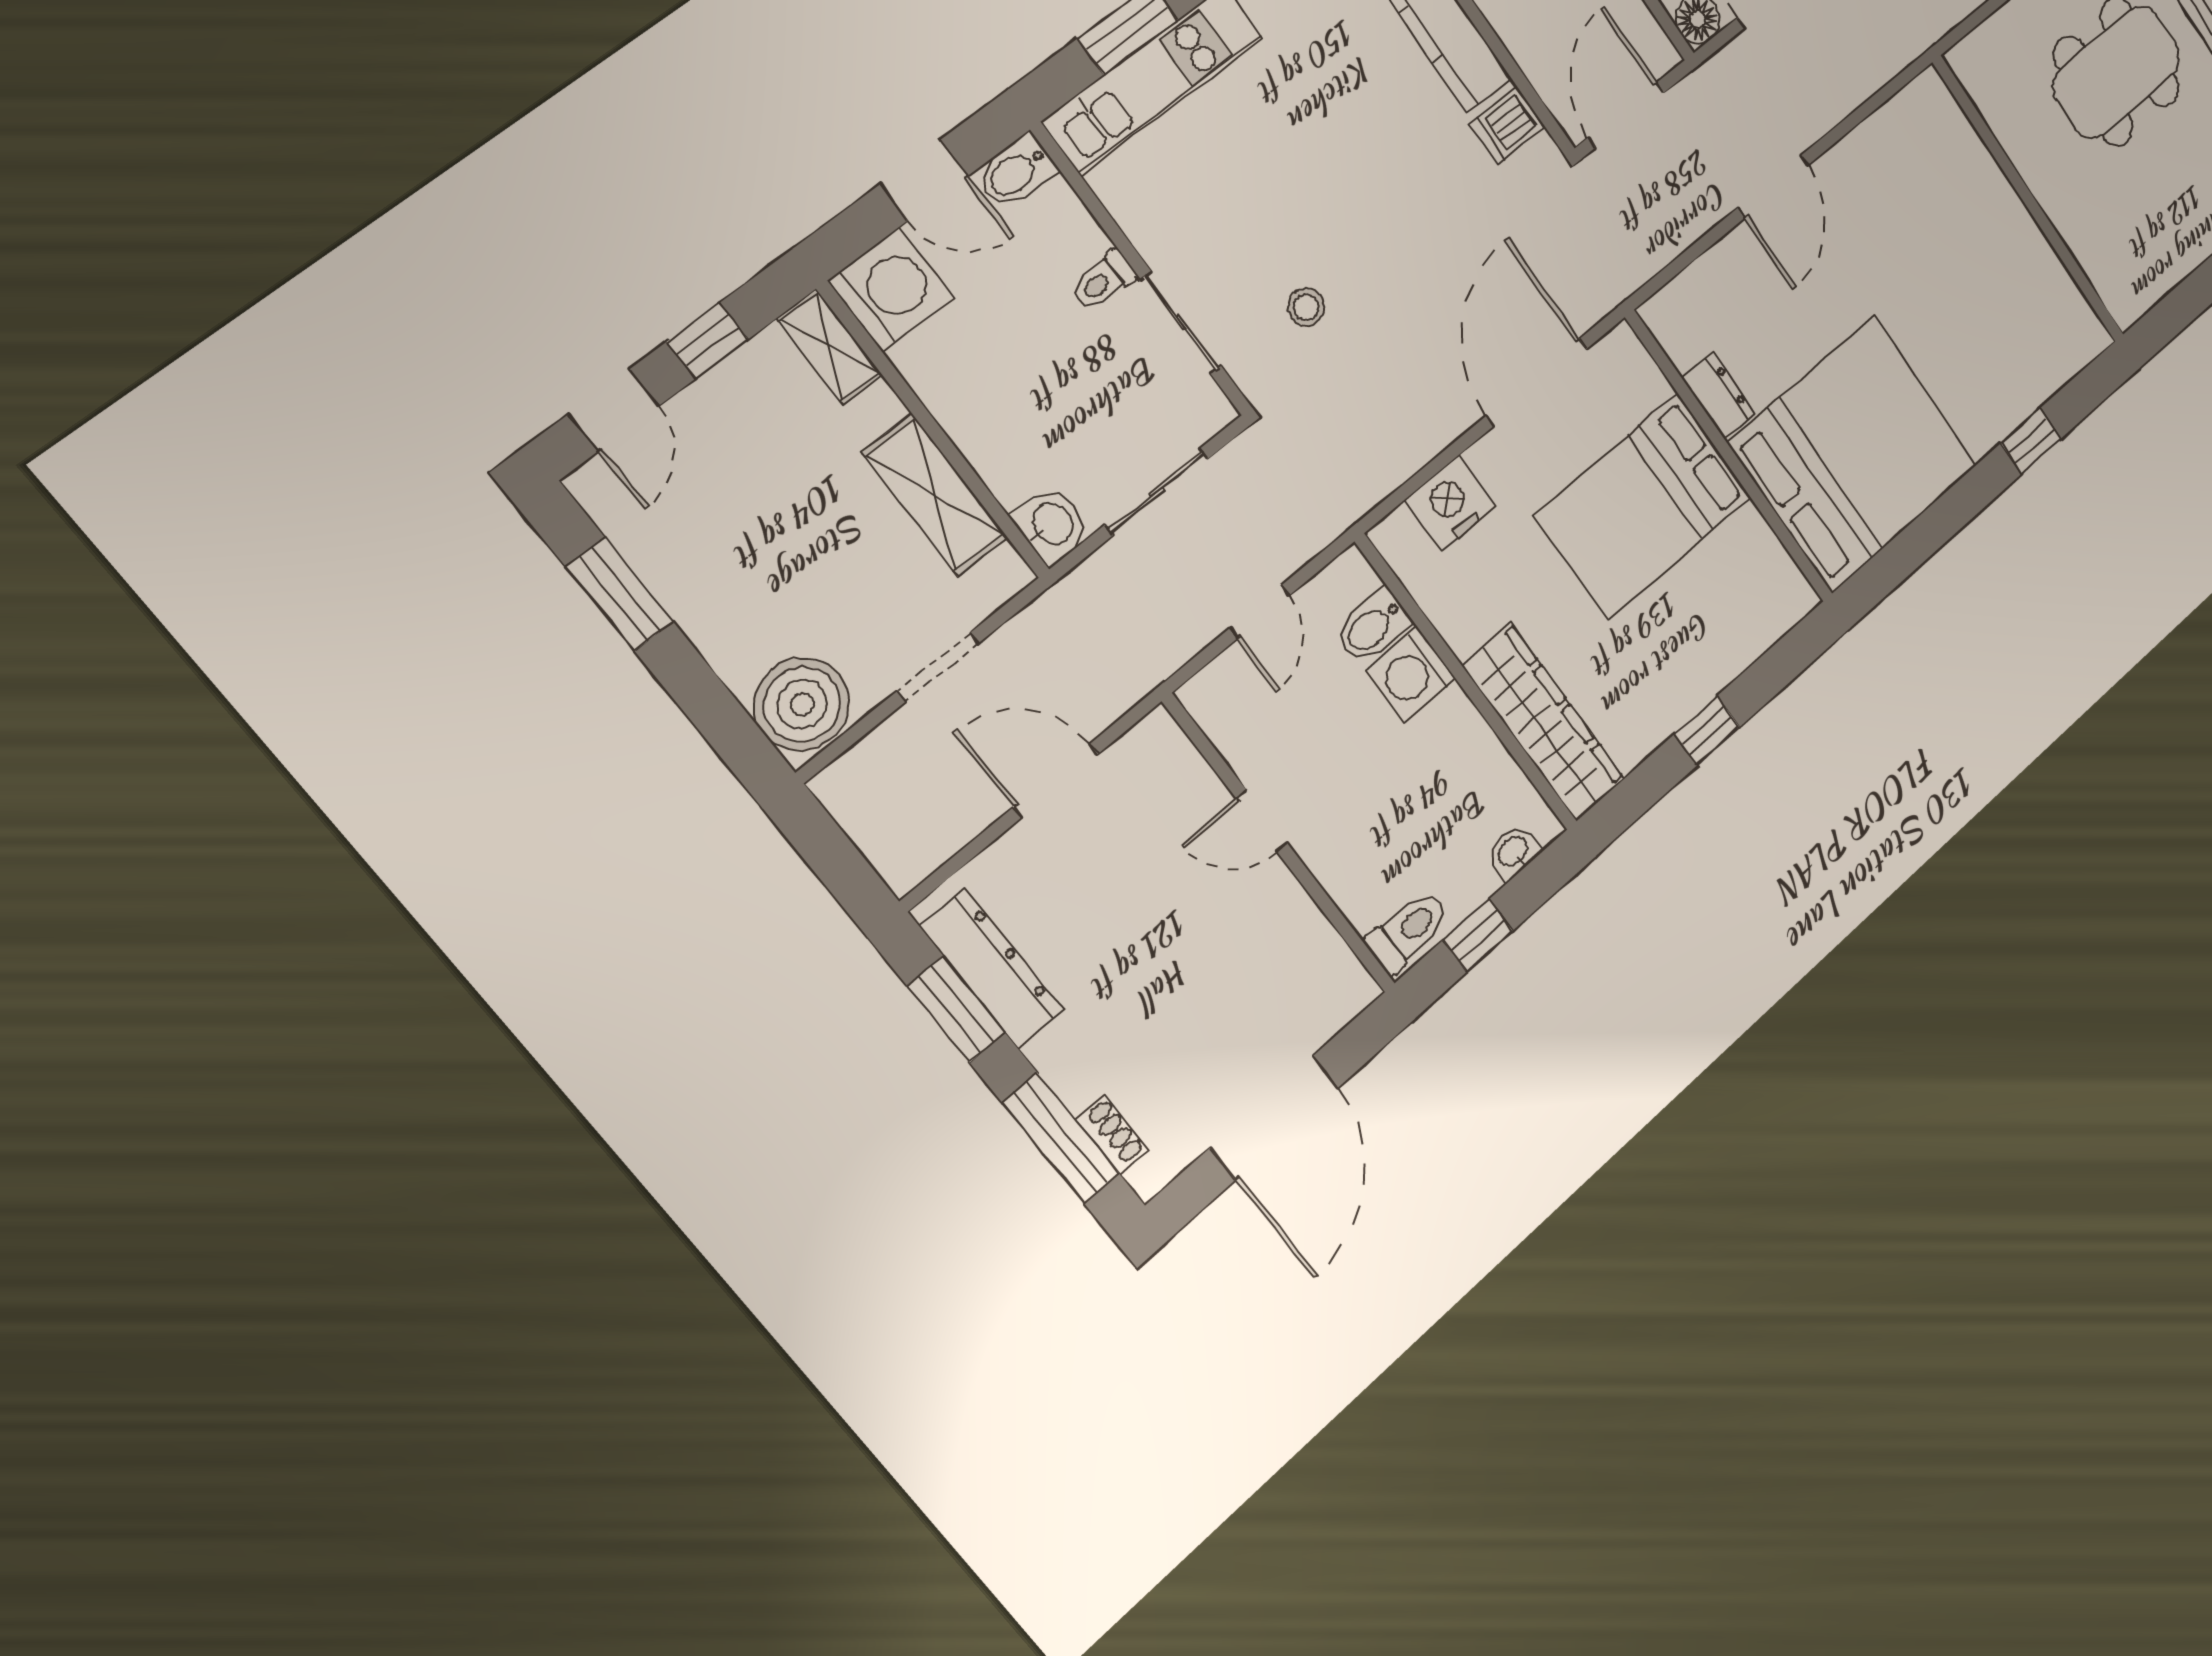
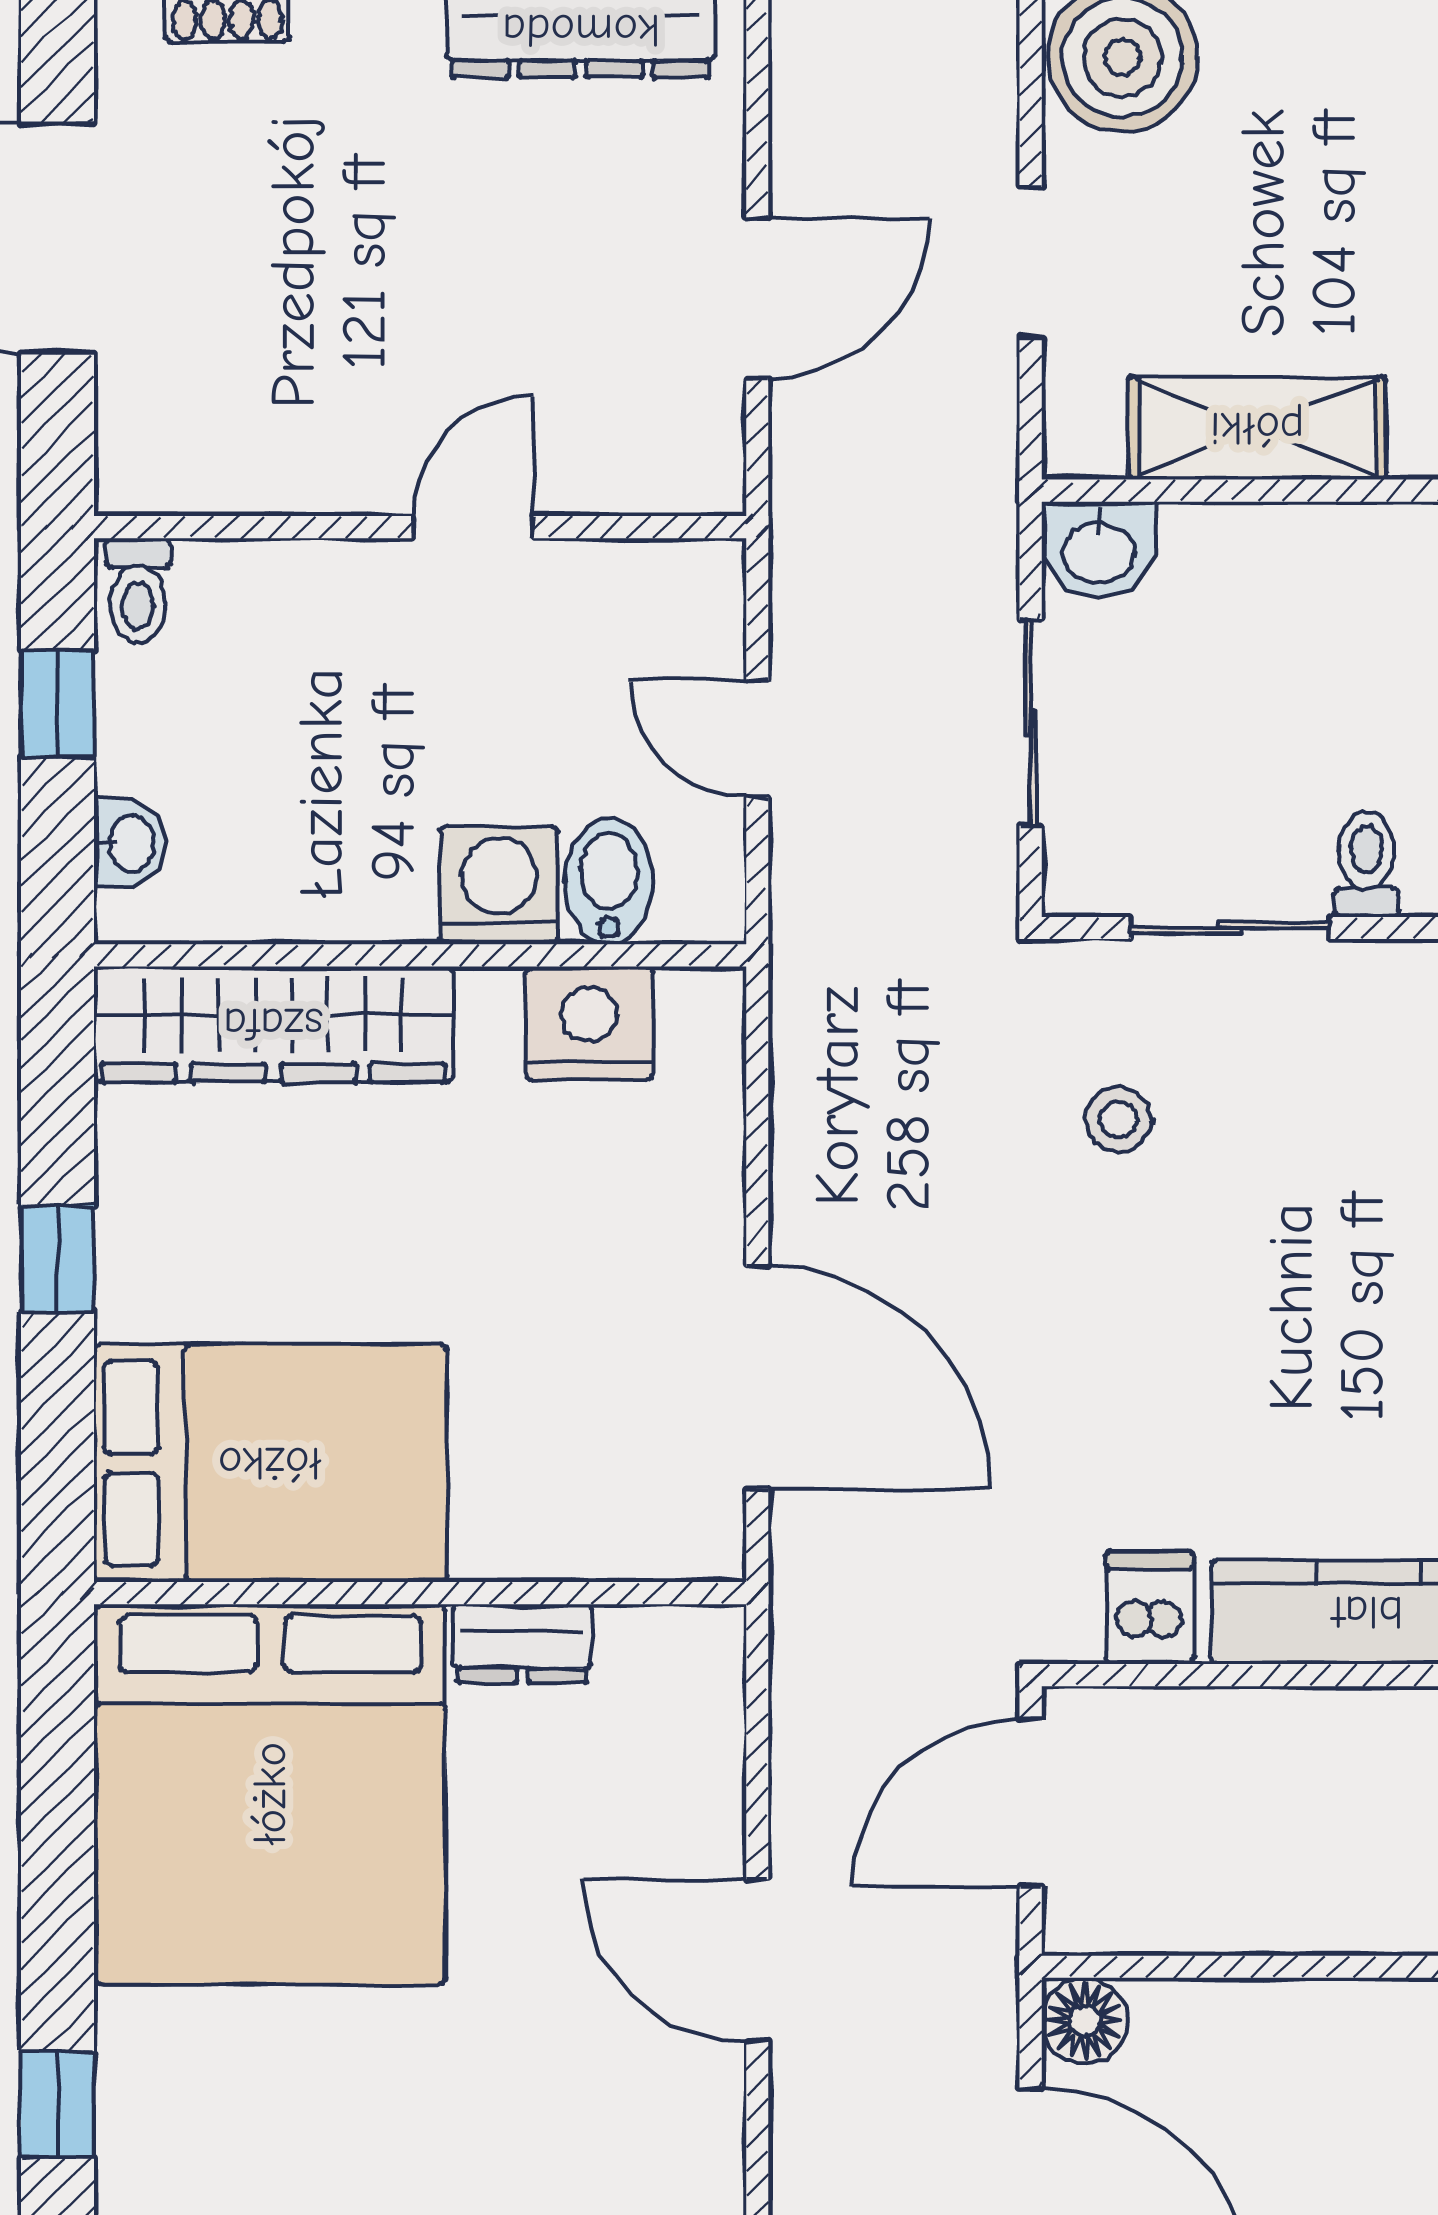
door: (1626, 115) -> (1031, 1803), swing flipped
nightstand: (1450, 503) -> (589, 1023), moved, turned -90
bed: (1643, 506) -> (270, 1463), moved, turned 90
toilet: (1408, 931) -> (138, 591), width x0.73, depth x0.72

